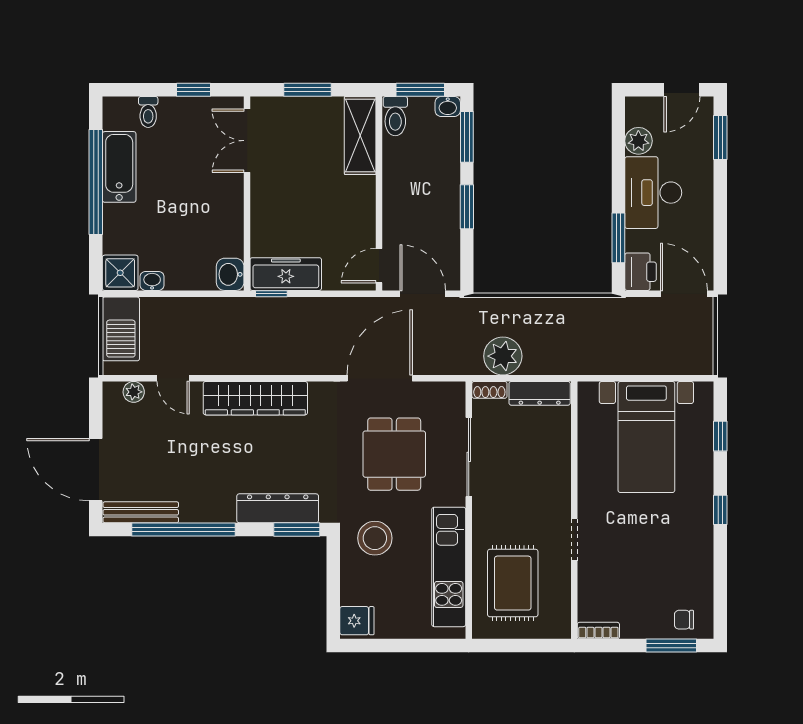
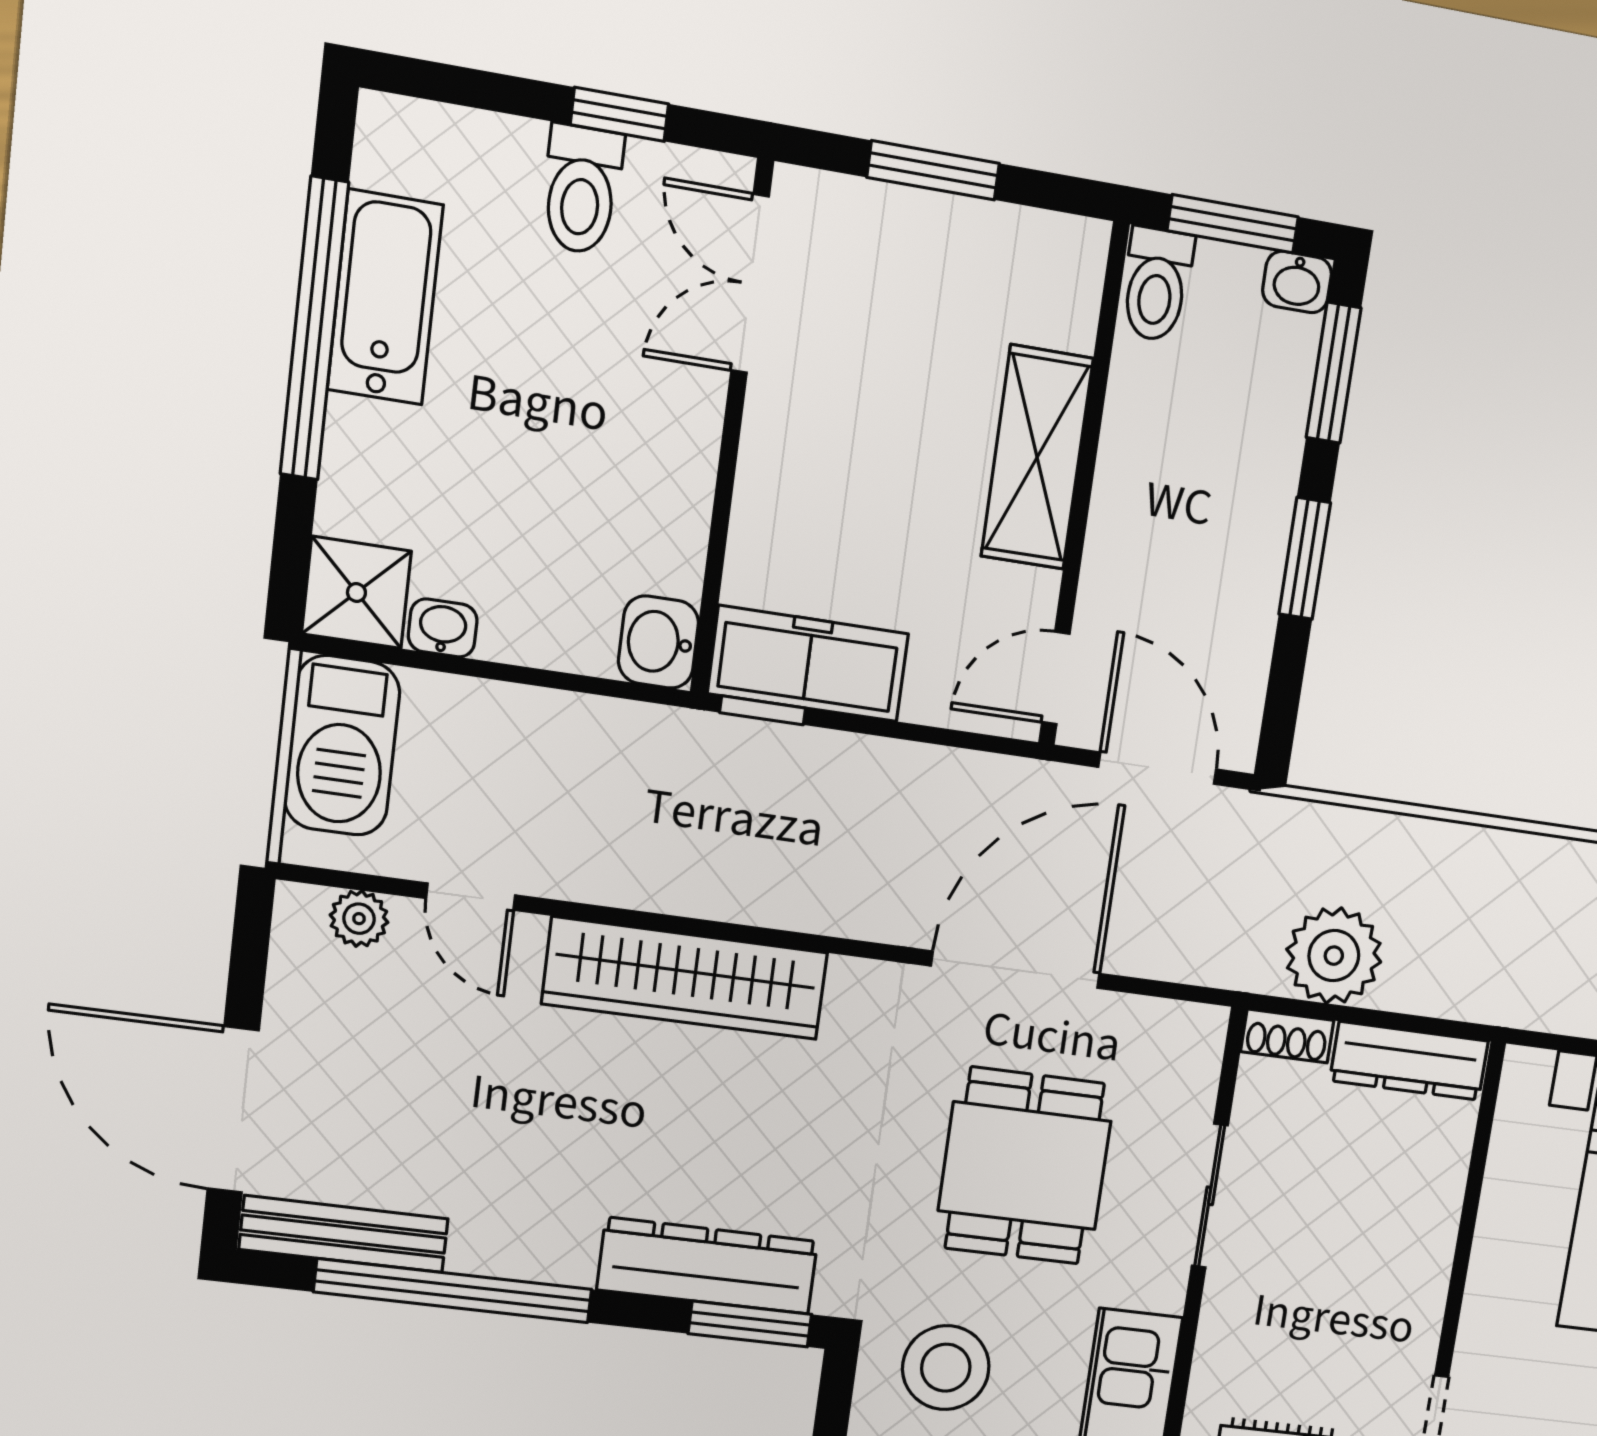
toilet: (148, 112) -> (582, 190), moved, width x1.37, depth x1.39
shelving: (360, 136) -> (1037, 457), moved
sliding door: (469, 457) -> (1210, 1196), width x0.73

